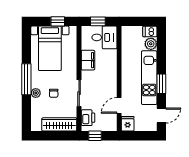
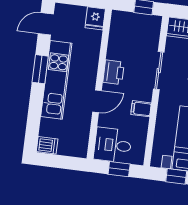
plant: (151, 44) -> (48, 128), removed
filing cabinet: (88, 60) -> (141, 109), width x0.50
door: (119, 105) -> (97, 101), moved
printer: (88, 118) -> (114, 72), moved, turned 180

